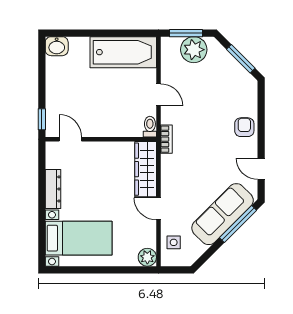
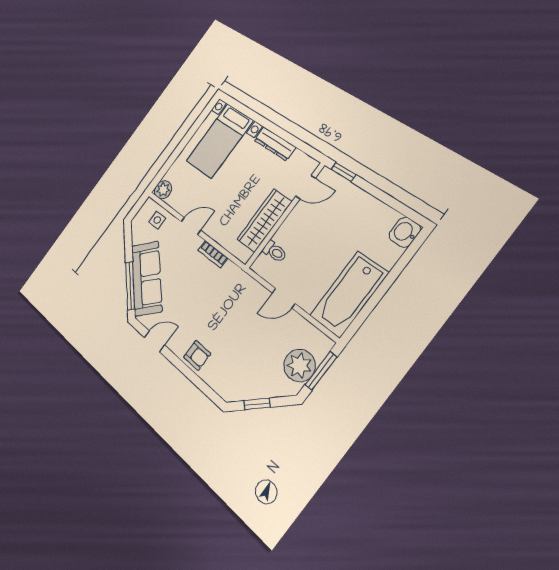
window: (241, 59) -> (257, 404), width x0.67
toilet: (150, 127) -> (275, 251), moved
bookcase: (166, 139) -> (213, 254), moved
wardrobe: (146, 169) -> (264, 221), moved, turned -90

